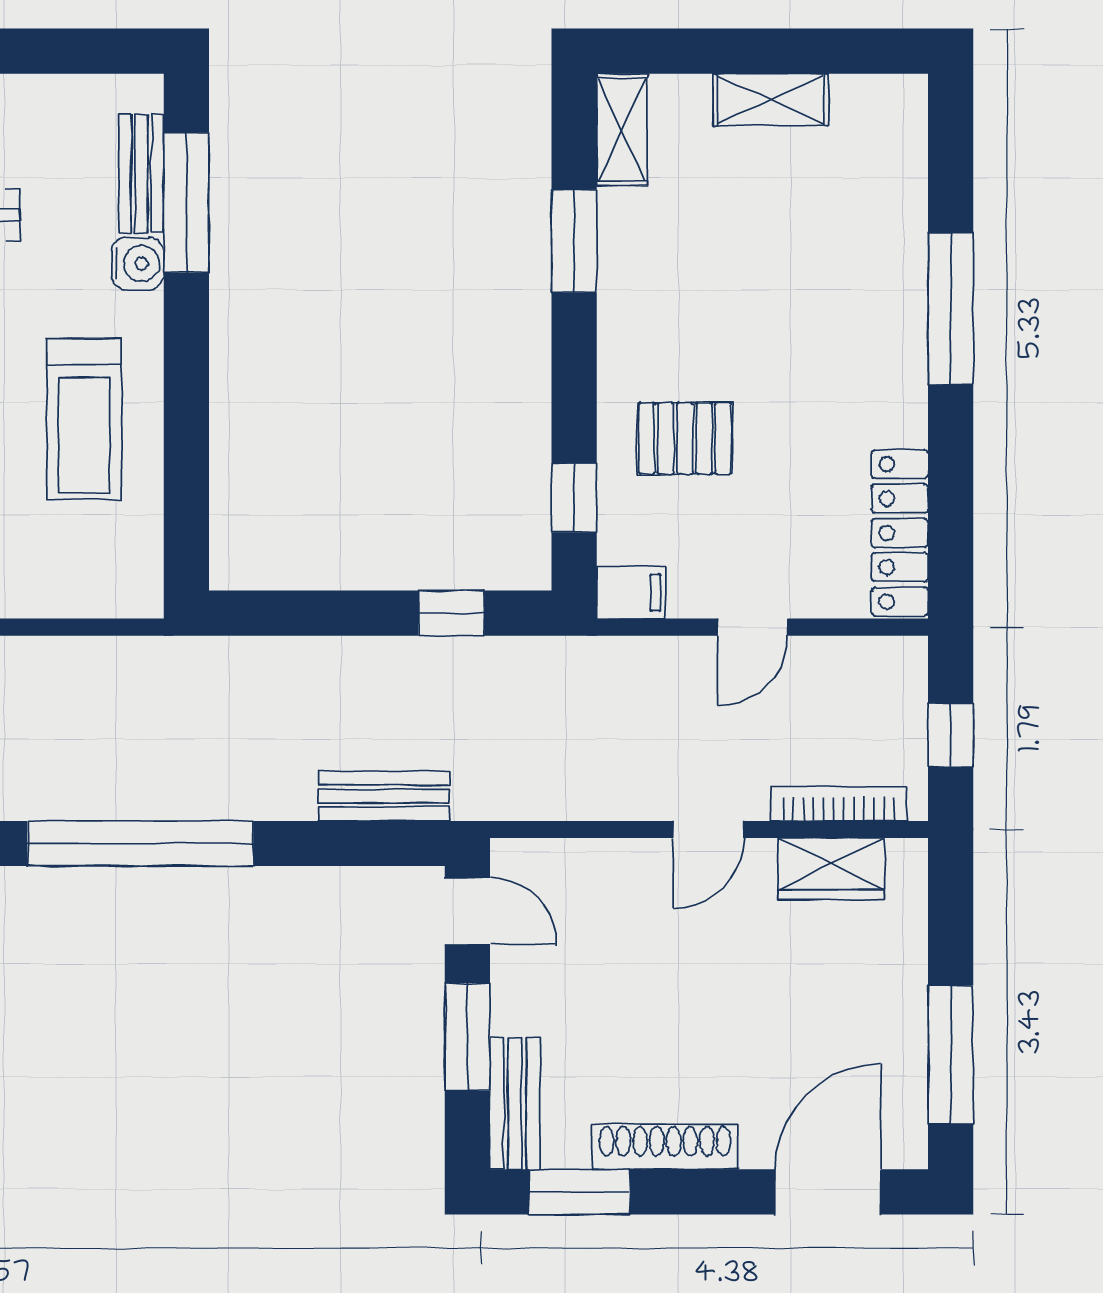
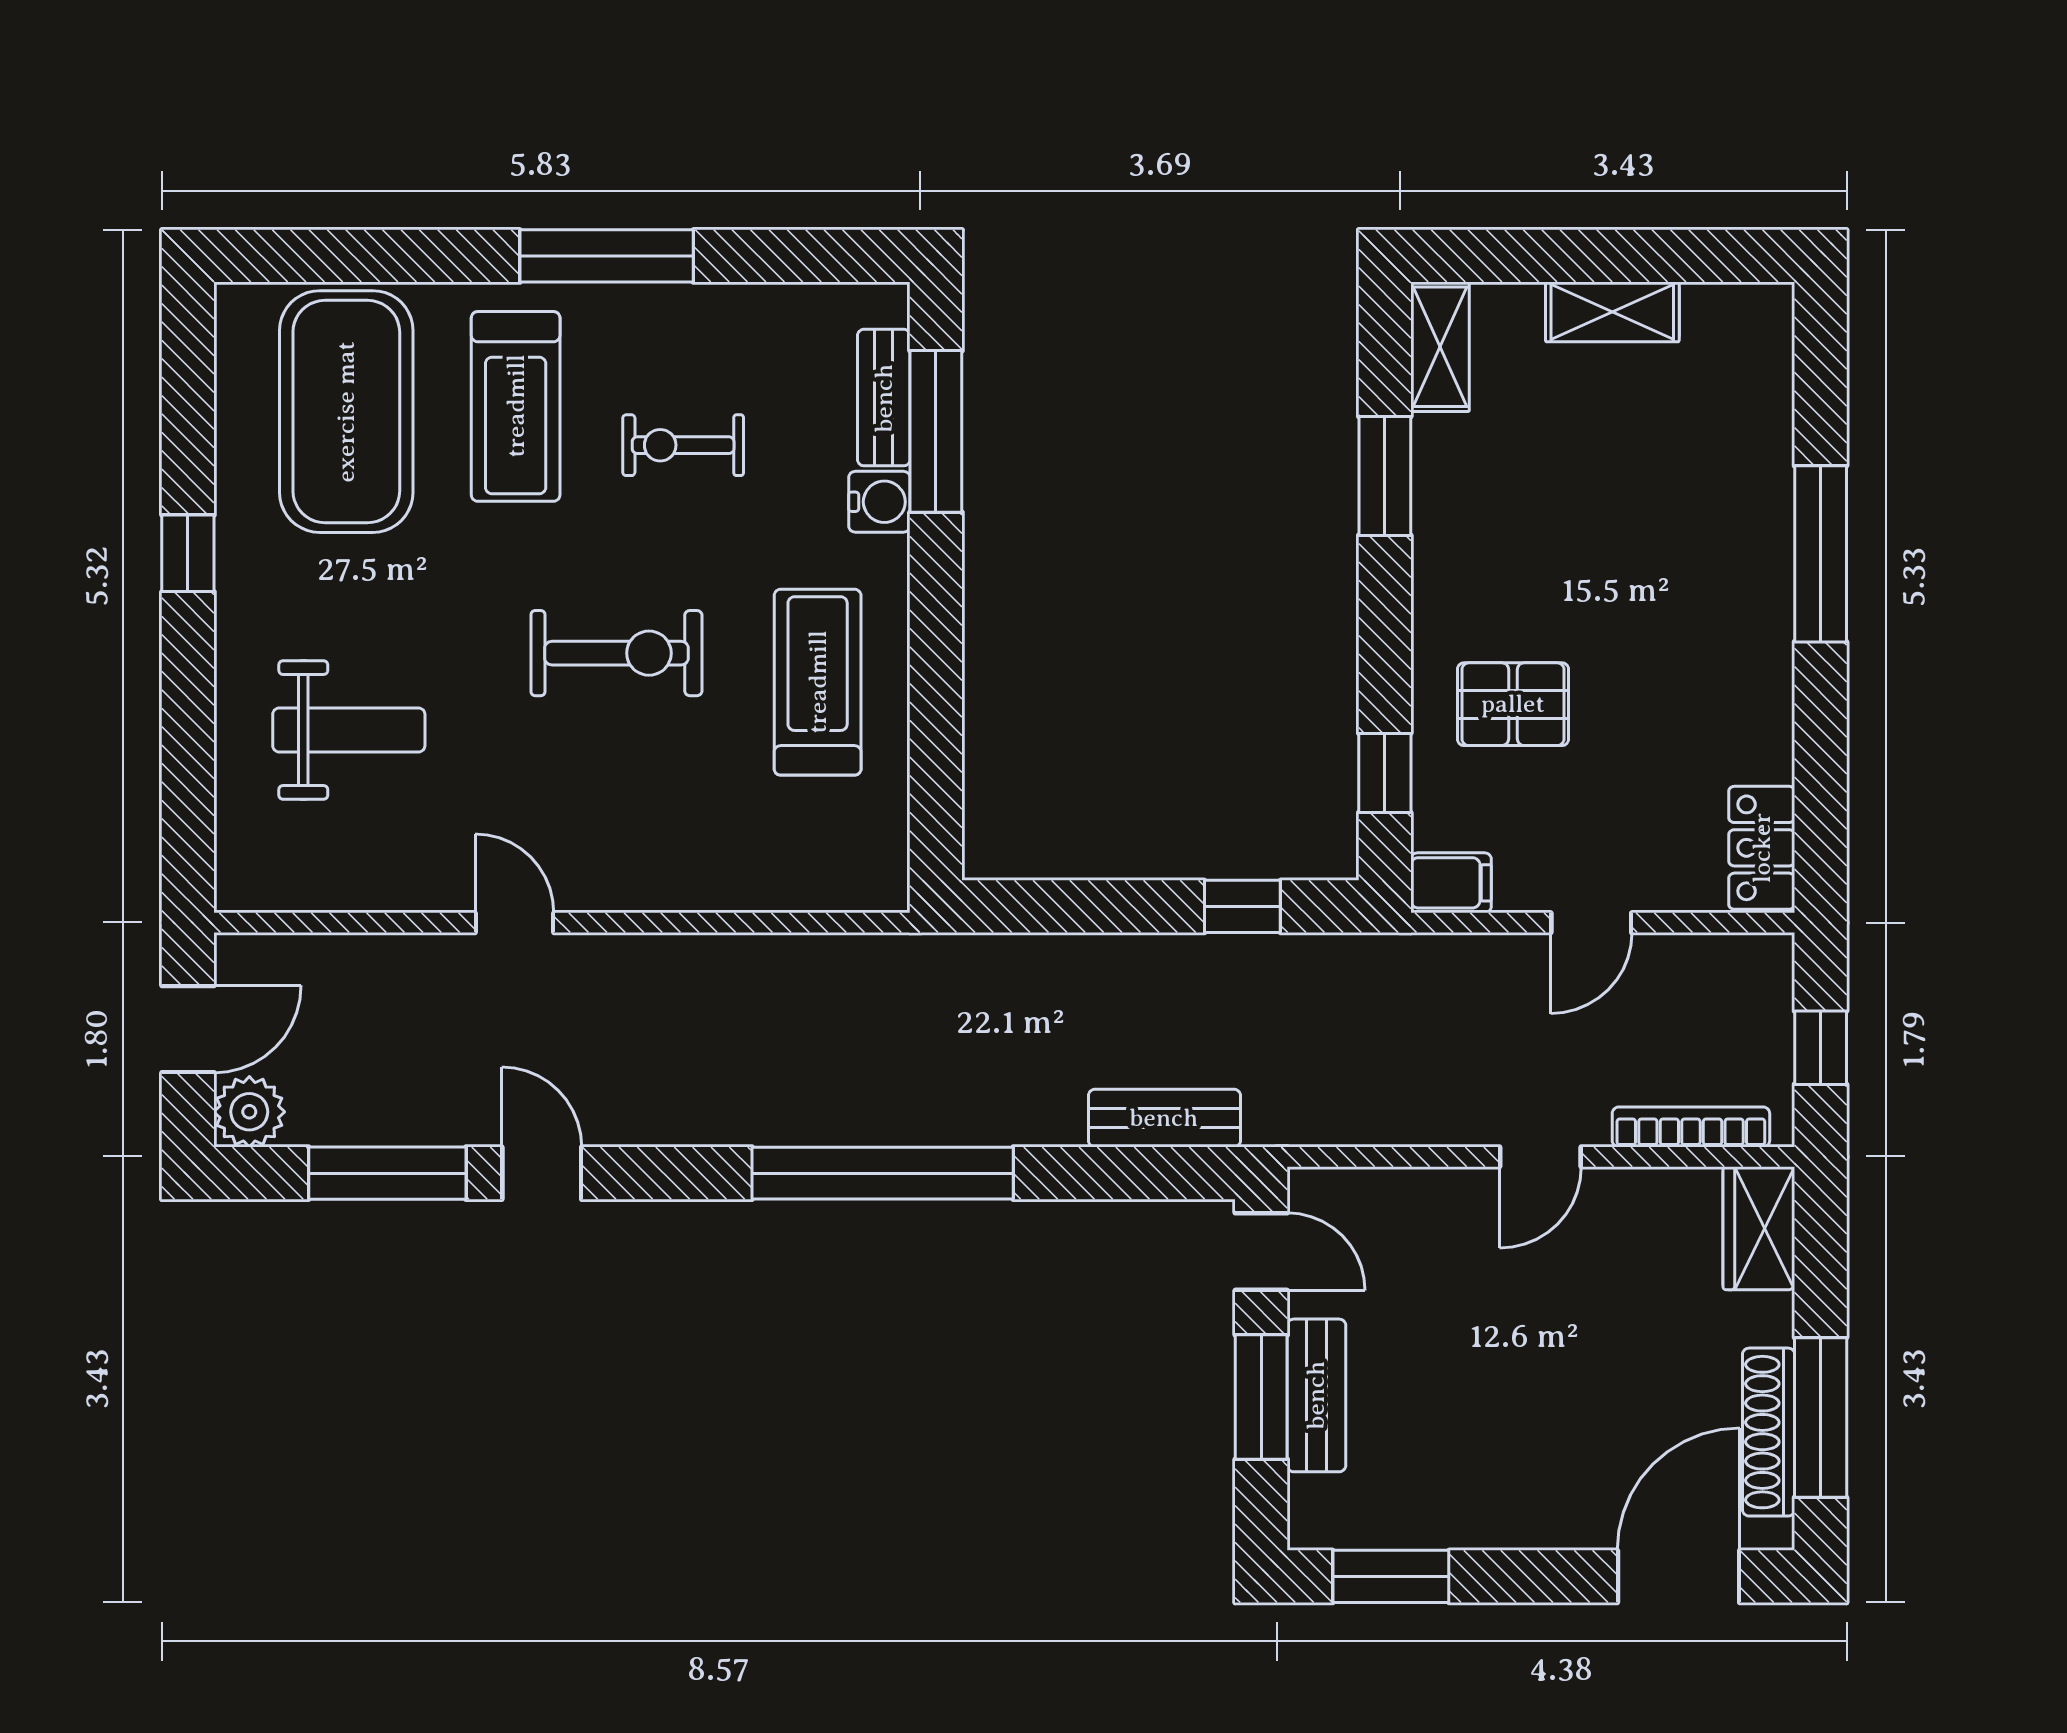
treadmill: (84, 419) -> (818, 682), turned 180
locker: (900, 533) -> (1762, 848), width x0.66
wardrobe: (831, 869) -> (1759, 1228), moved, turned 90
bench: (515, 1103) -> (1316, 1395), moved
shoe rack: (665, 1147) -> (1769, 1432), moved, turned -90

